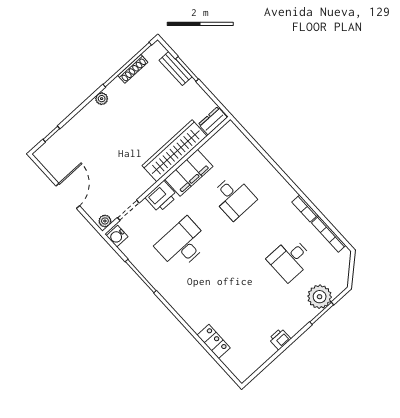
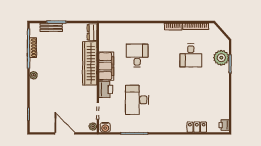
desk: (233, 197) -> (137, 55), turned -90
printer: (280, 339) -> (224, 125), moved

